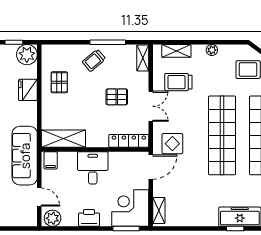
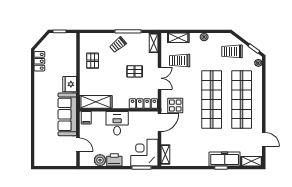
plant: (27, 55) -> (69, 40), removed
fridge: (28, 90) -> (70, 84), moved
plant: (52, 218) -> (100, 160), moved

